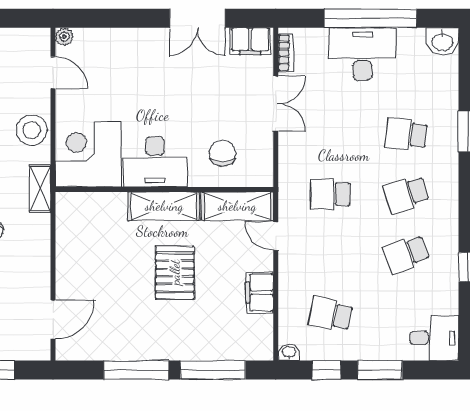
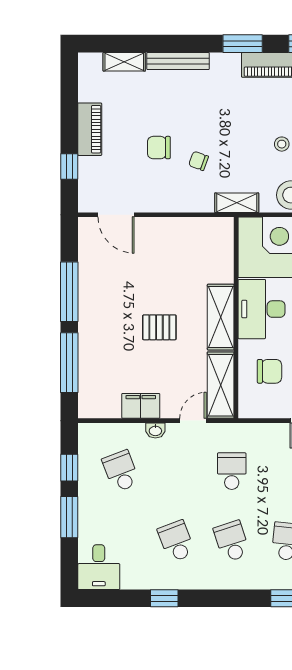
pallet: (175, 272) -> (159, 327), width x0.67, depth x0.71
school desk: (330, 314) -> (121, 471), turned -33
washbasin: (289, 352) -> (155, 431), moved, turned 90

